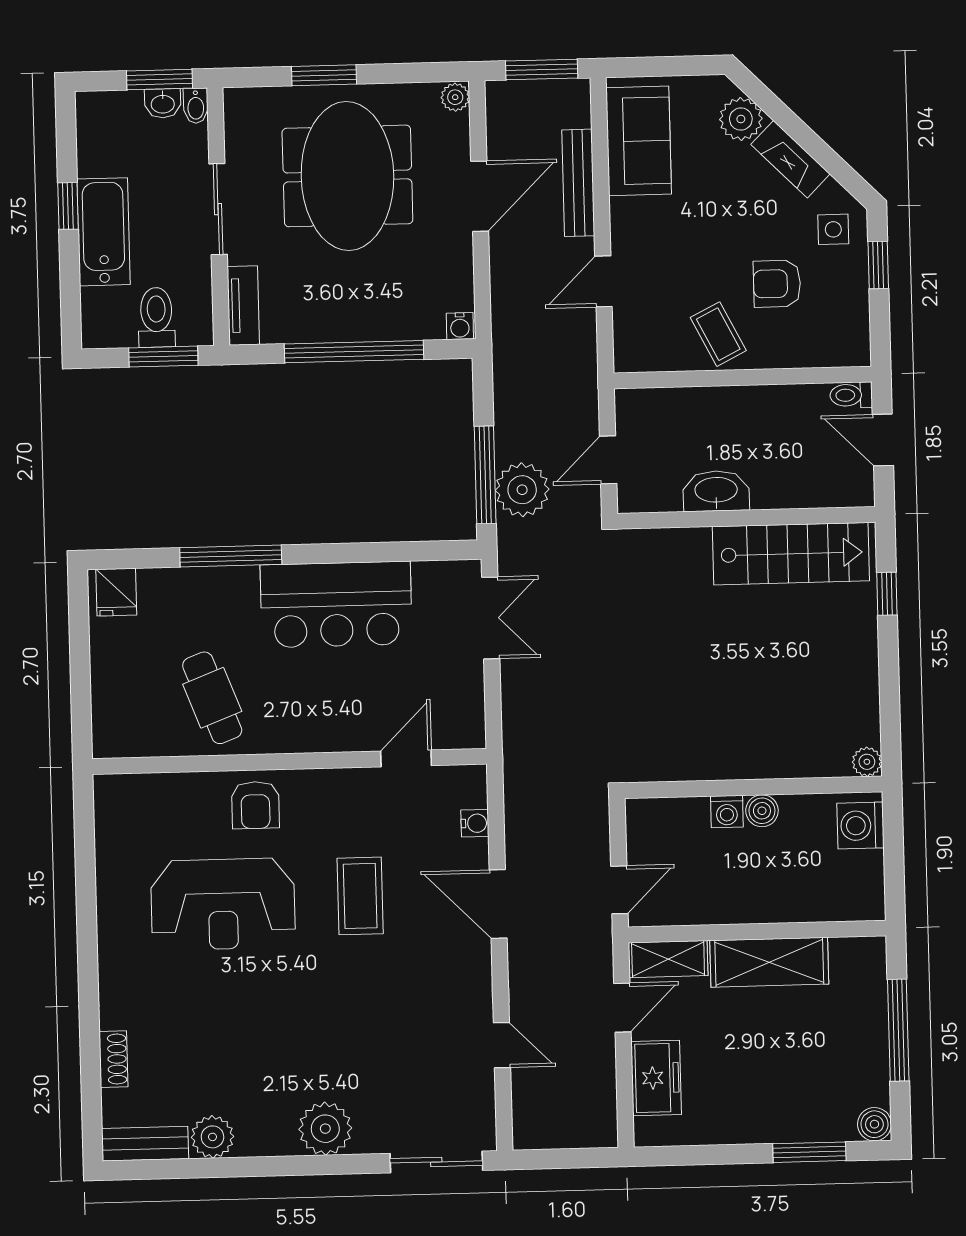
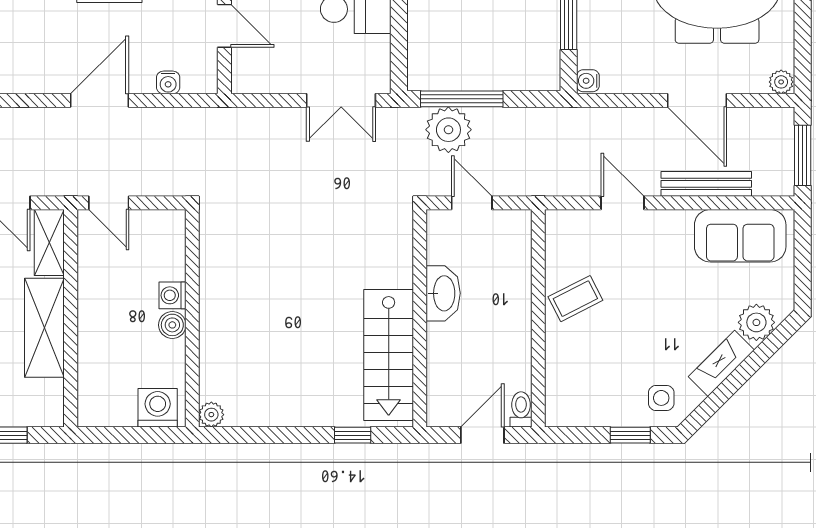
armchair: (777, 284) -> (617, 349), removed

